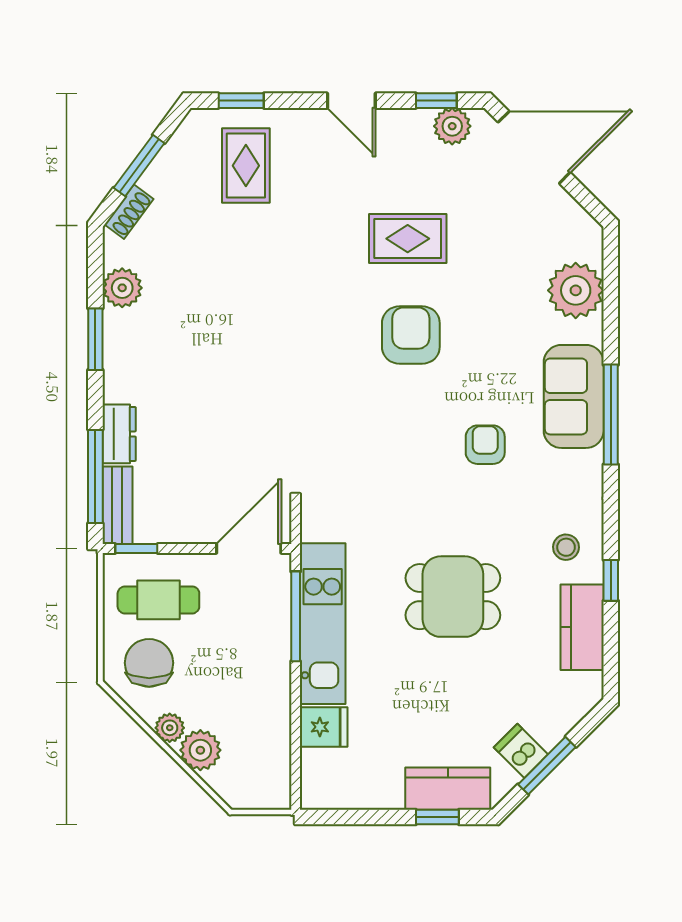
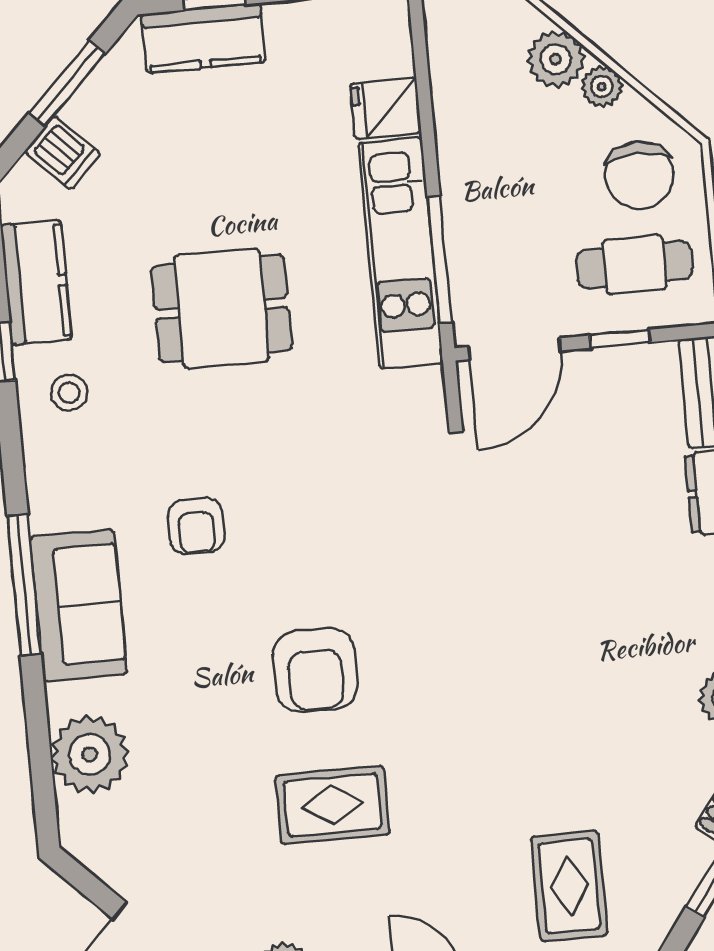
window: (136, 549) -> (620, 339), moved
dishwasher: (521, 751) -> (63, 153), moved

